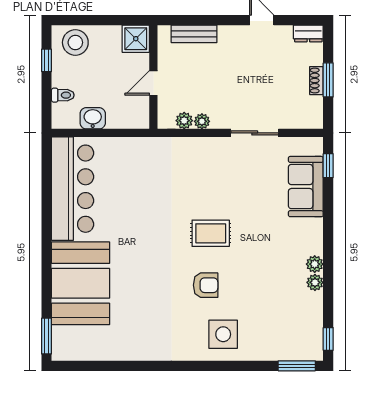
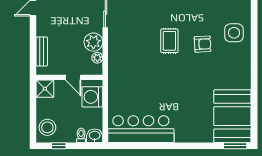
washing machine: (123, 113) -> (92, 97), added
washbasin: (93, 118) -> (95, 136), moved, turned 90
plant: (202, 121) -> (93, 42), width x1.88, depth x1.88
booth: (81, 283) -> (232, 116), moved, turned 90
armchair: (206, 285) -> (203, 44), turned 87

